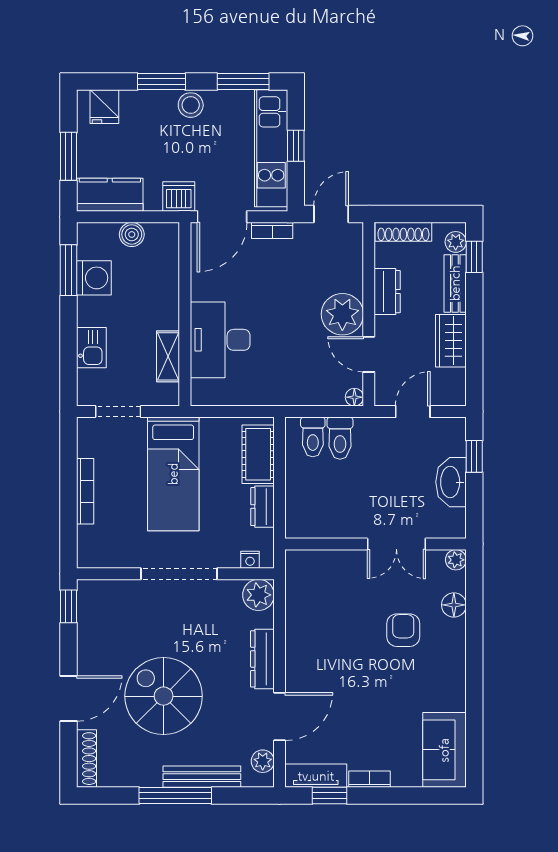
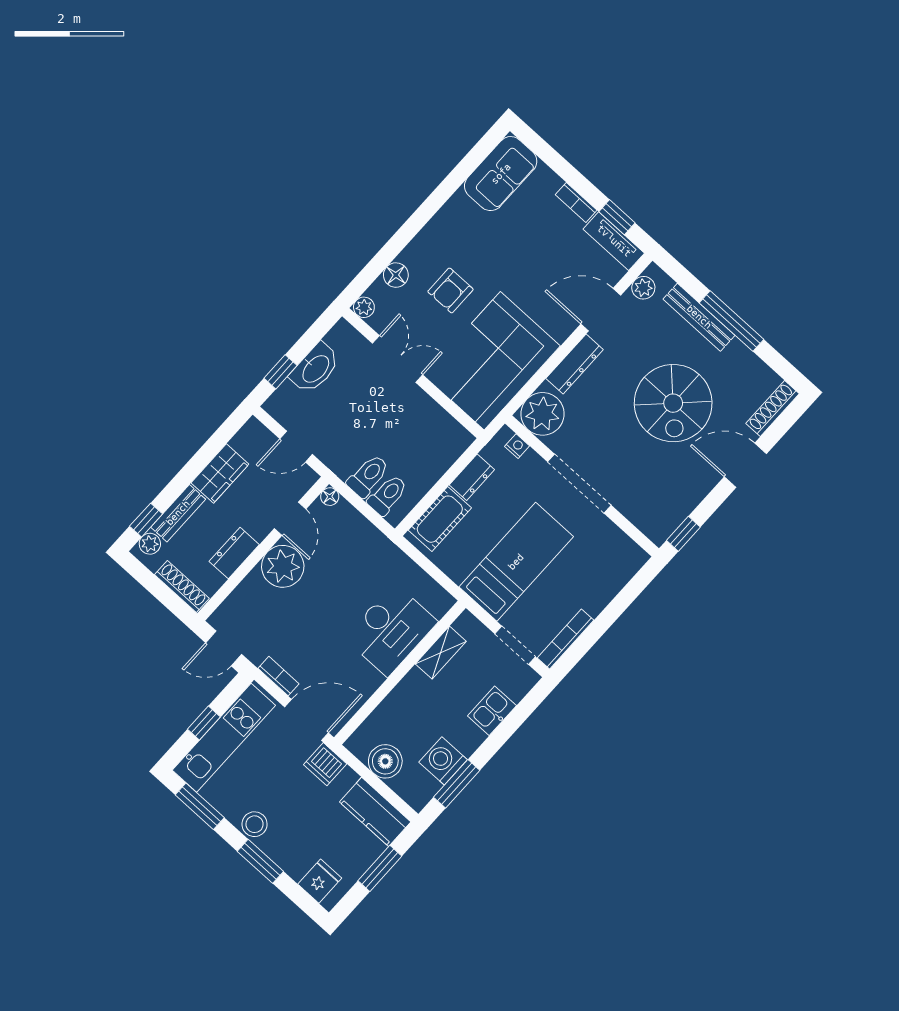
boiler: (132, 234) -> (385, 761), width x1.36, depth x1.36
bookcase: (85, 491) -> (565, 639), moved
plant: (258, 595) -> (542, 414), width x1.36, depth x1.36
corner sofa: (325, 606) -> (492, 361), added

